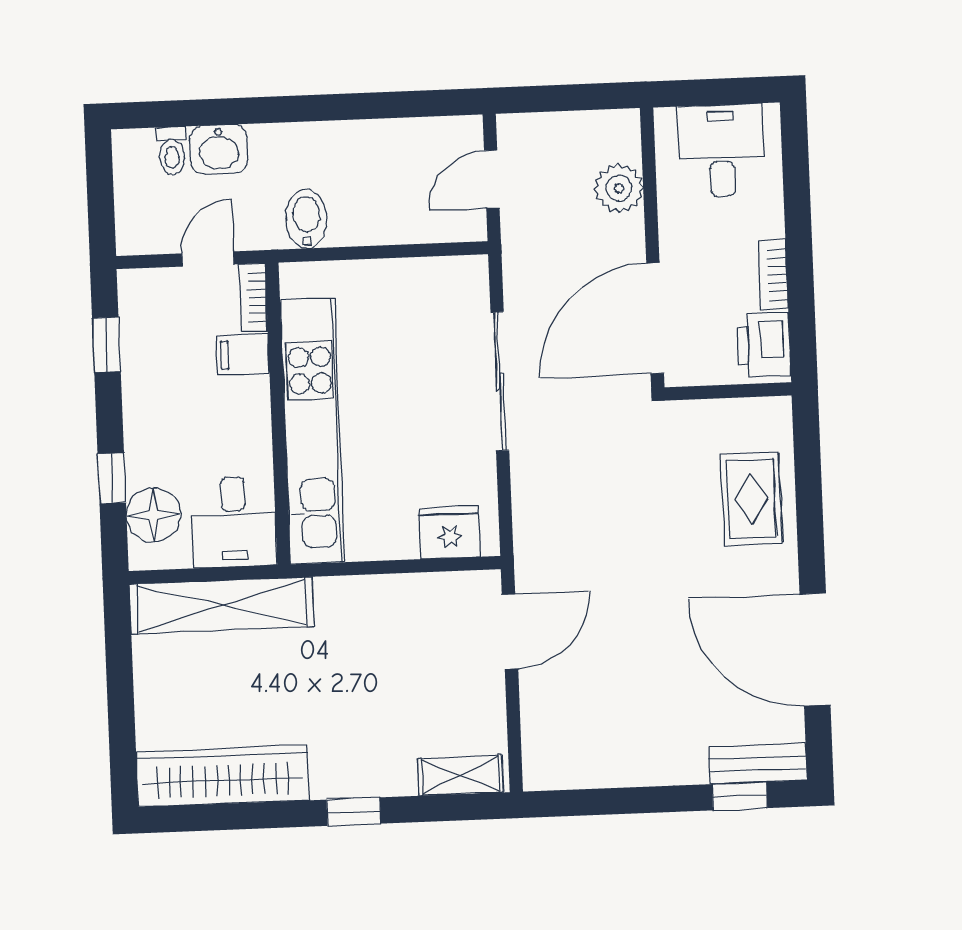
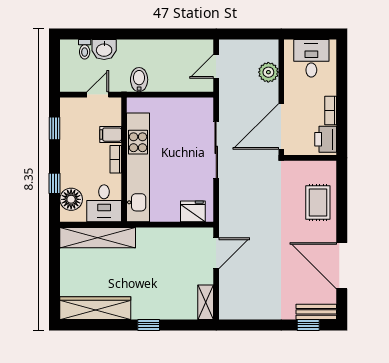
bookcase: (253, 297) -> (116, 159), moved
shelving: (460, 775) -> (206, 302), moved, turned 90

